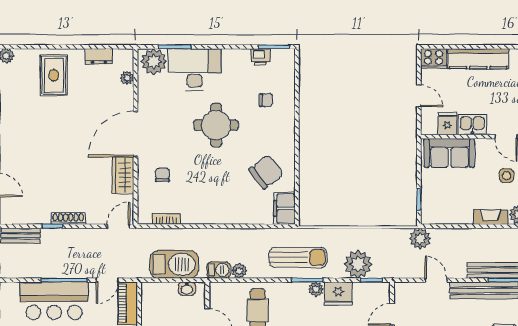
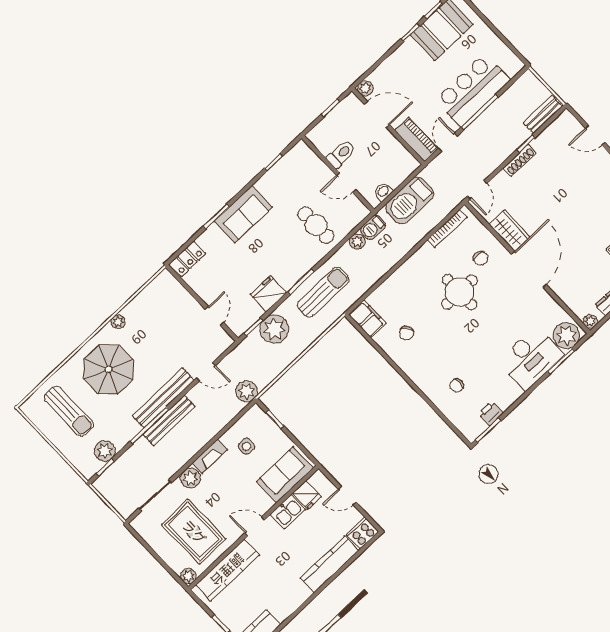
plant: (127, 78) -> (590, 321), moved
round table: (216, 125) -> (459, 292), moved
chair: (266, 172) -> (406, 333), width x0.54, depth x0.54
side table: (506, 176) -> (246, 446), moved
bookcase: (166, 219) -> (447, 229), width x1.56
sun lounger: (298, 257) -> (323, 292), turned 180
plant: (316, 289) -> (288, 281), removed

